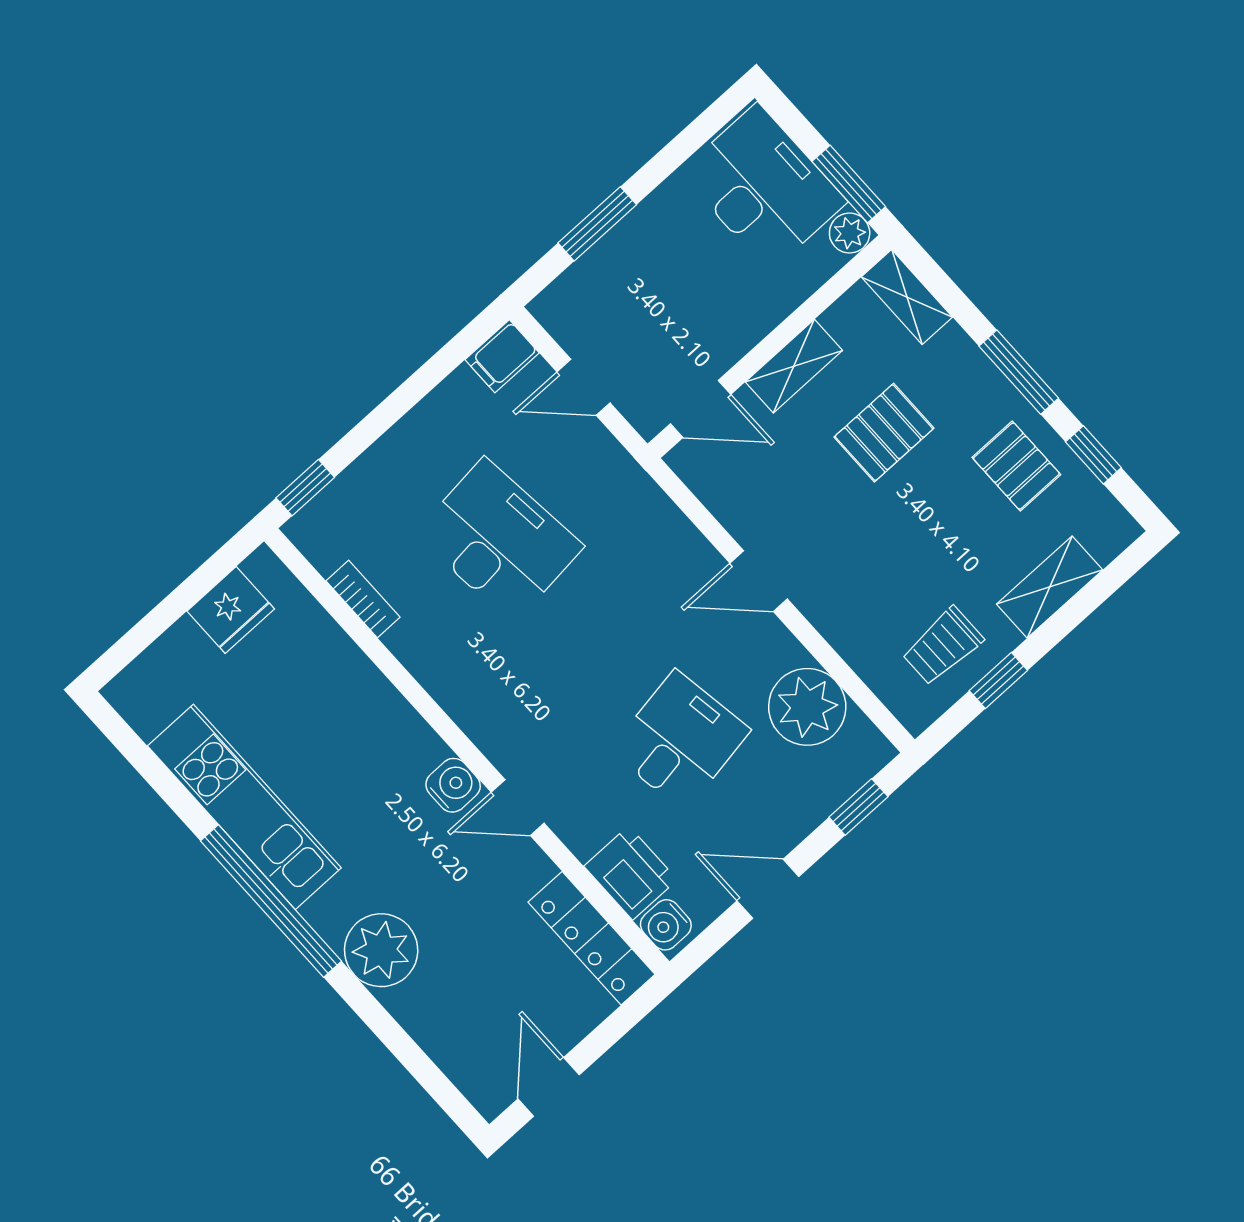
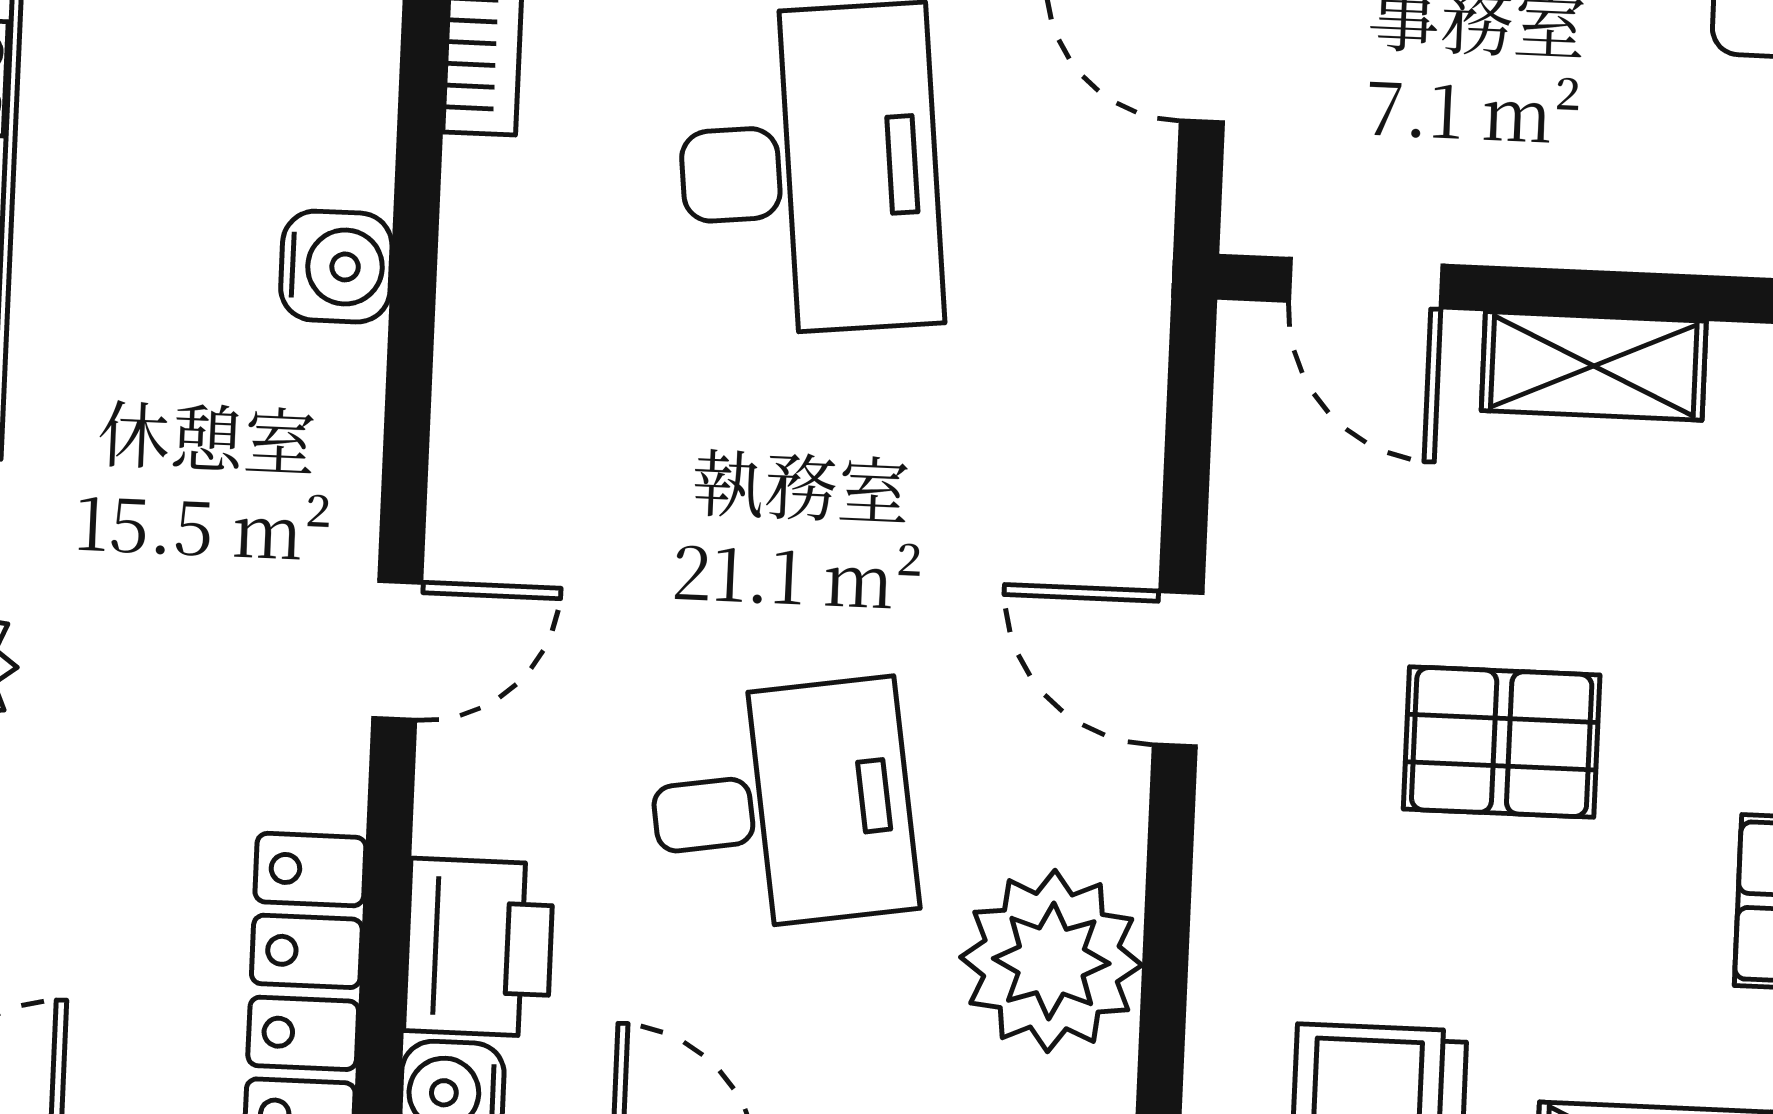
pallet: (884, 433) -> (1502, 742), moved
water cooler: (453, 785) -> (336, 267), moved
door: (518, 808) -> (397, 650), swing flipped

